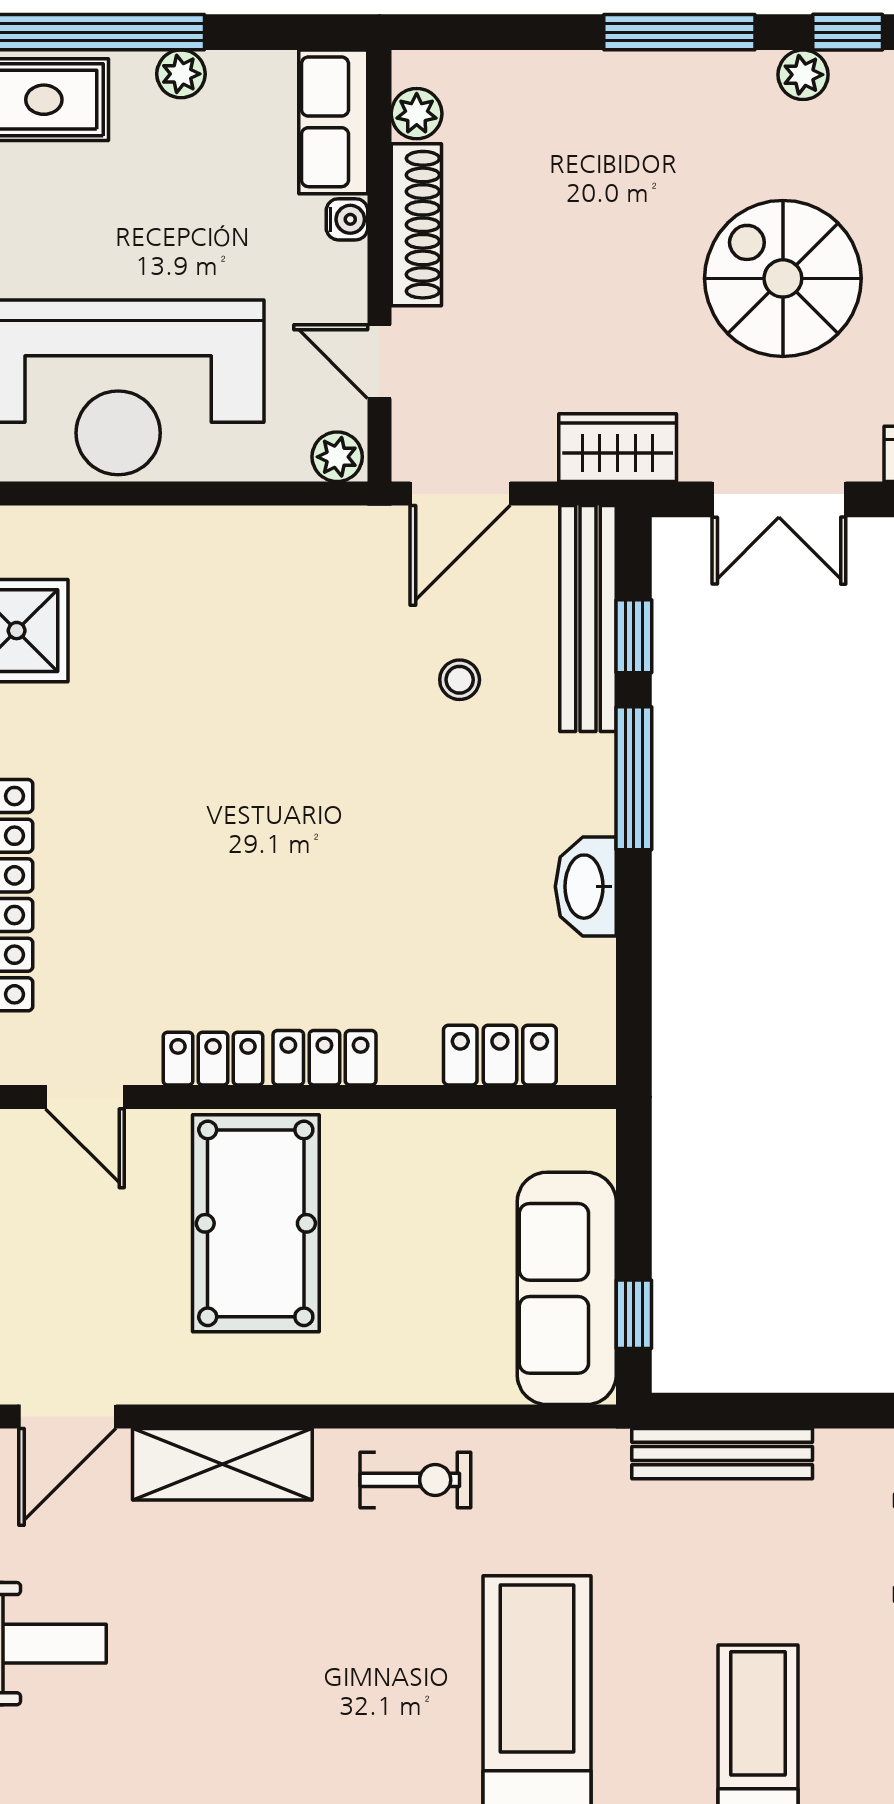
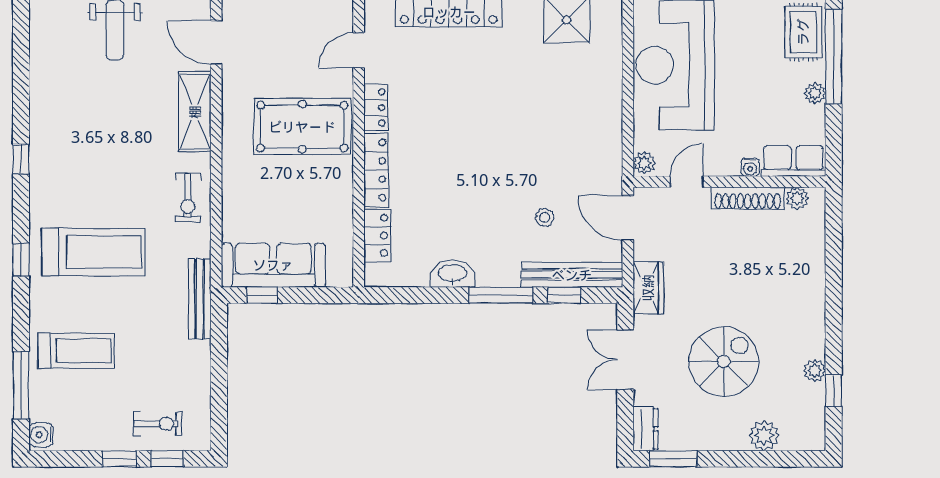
window: (679, 32) -> (834, 315), removed
locker: (324, 1058) -> (376, 170), width x1.53
bench: (722, 1454) -> (200, 299), moved

